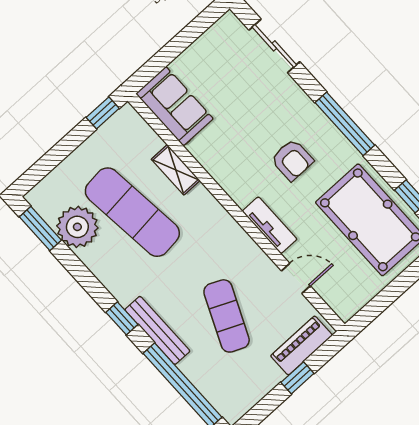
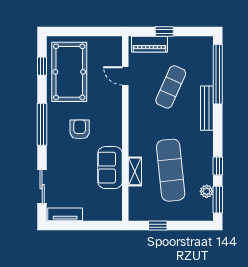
sofa: (174, 106) -> (110, 168), moved
window: (103, 113) -> (158, 226), moved
tv unit: (270, 225) -> (65, 214), moved, turned 90
plant: (77, 227) -> (207, 191), width x0.53, depth x0.53
window: (122, 318) -> (218, 166), moved

